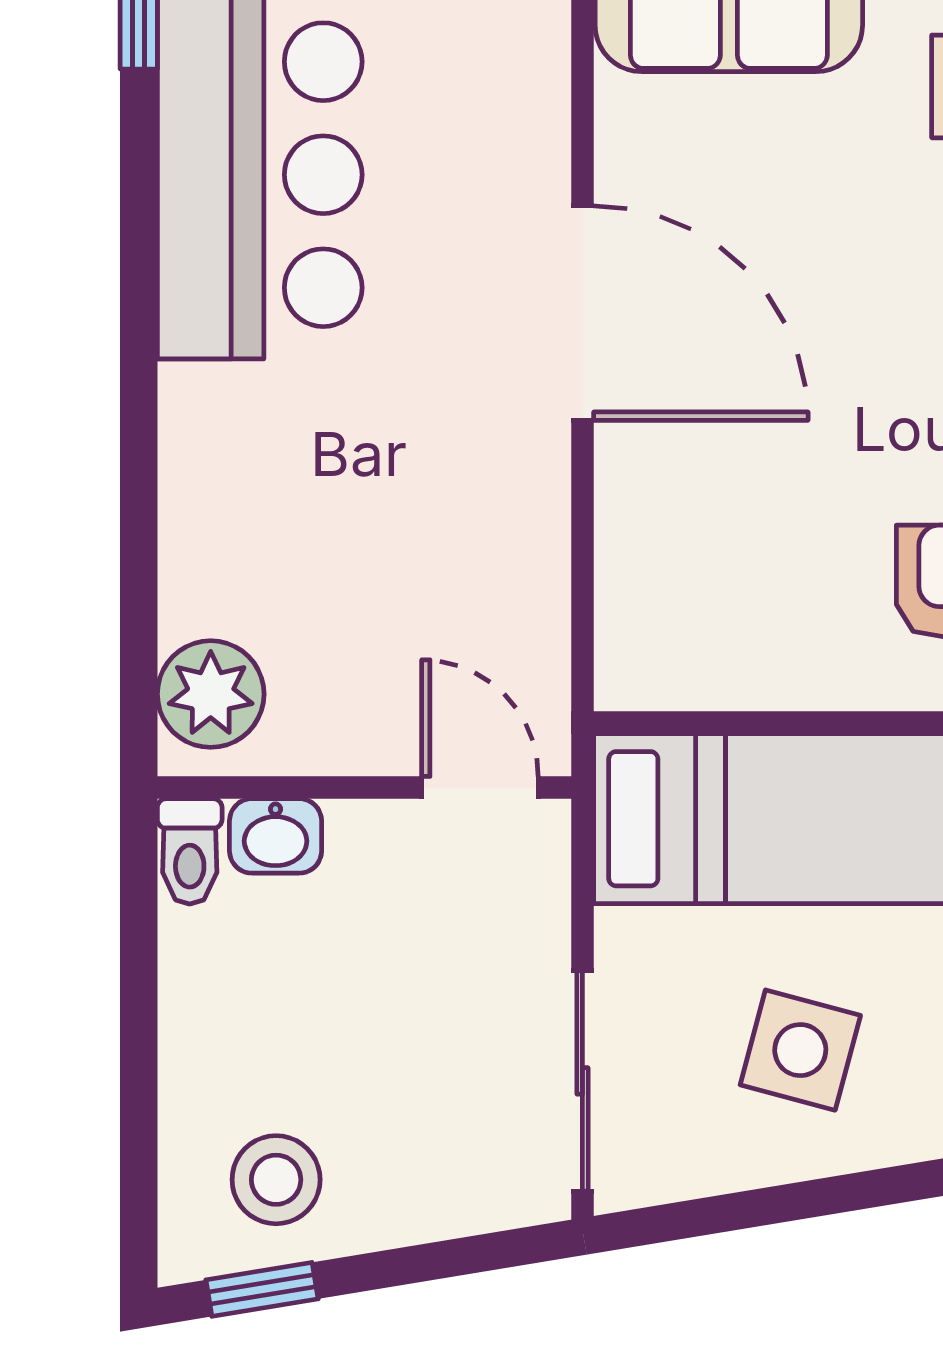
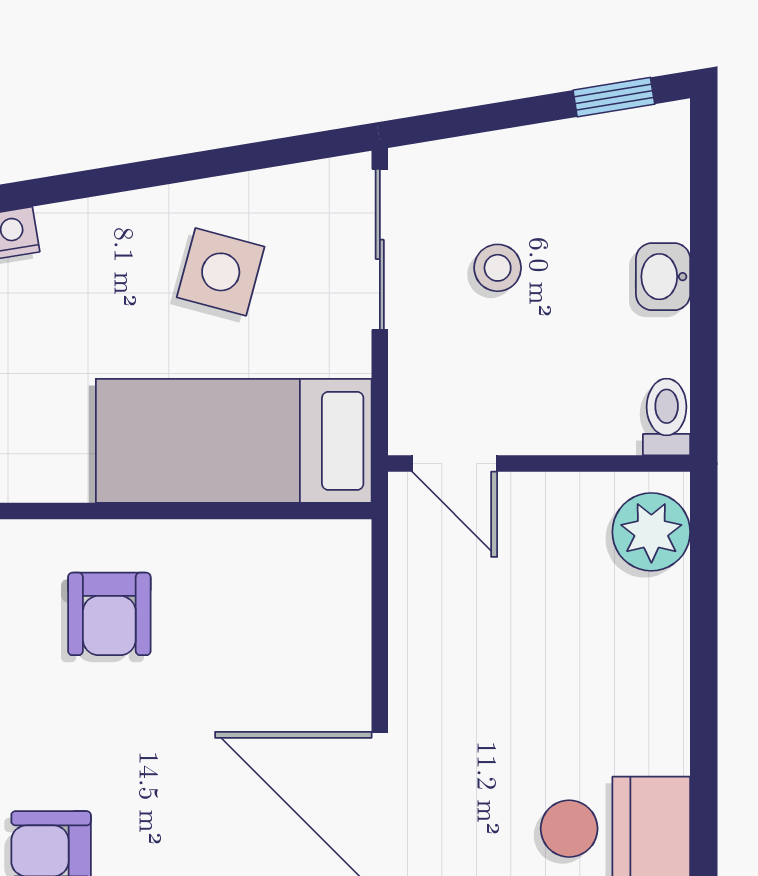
washbasin: (276, 836) -> (663, 277), moved, turned -90
stool: (276, 1180) -> (498, 268), moved, width x0.73, depth x0.73

